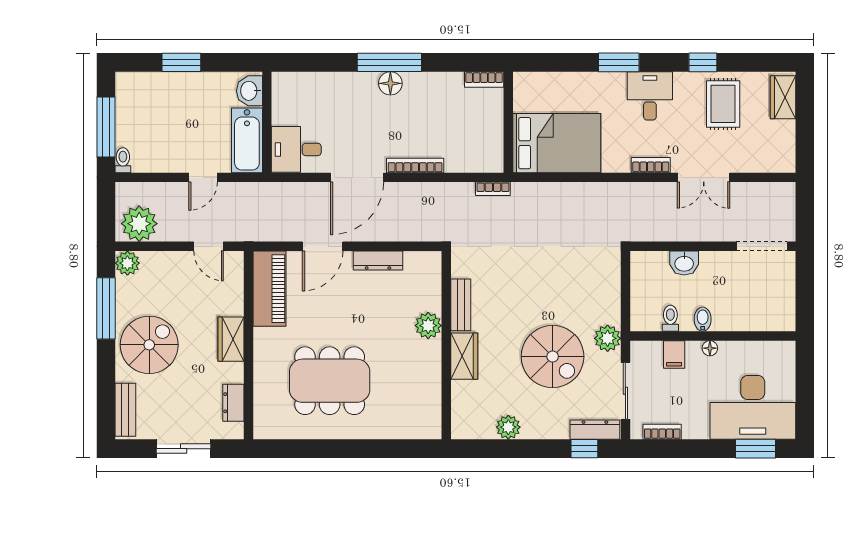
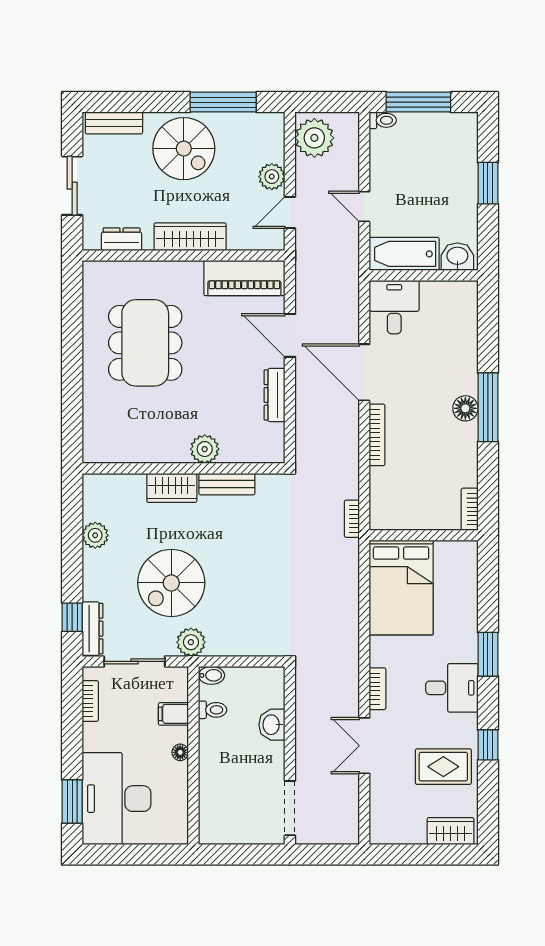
plant: (127, 263) -> (272, 177), moved
bidet: (703, 319) -> (212, 675), moved
wardrobe: (231, 339) -> (190, 237), width x1.50

